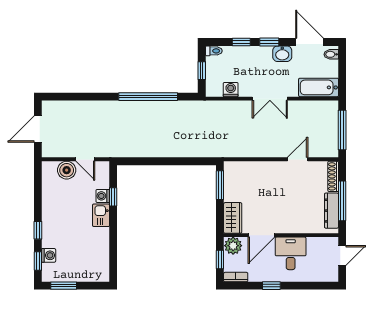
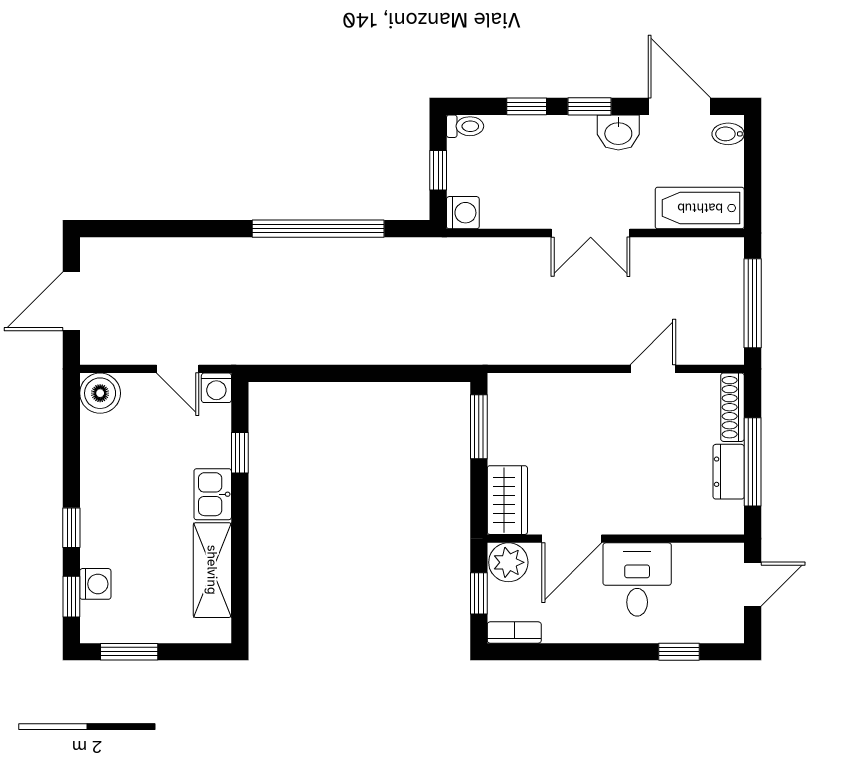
washing machine: (231, 90) -> (463, 213), moved, turned 90
boiler: (67, 170) -> (100, 393), moved
washing machine: (103, 196) -> (216, 388), moved, turned -90
dresser: (331, 211) -> (729, 472), width x0.70
shelving: (101, 249) -> (212, 570), added
window: (271, 286) -> (679, 652), moved

